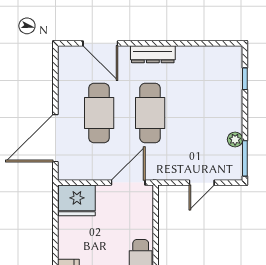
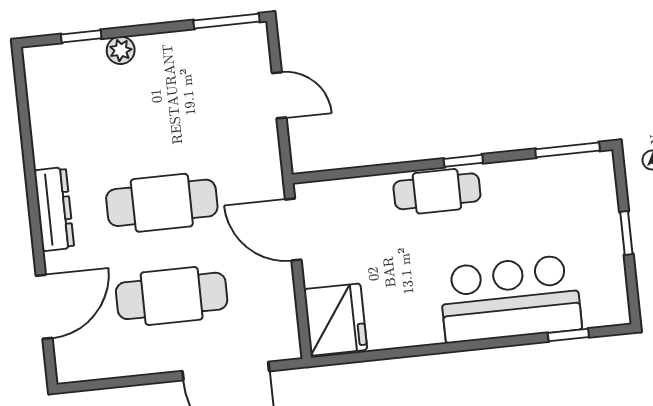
plant: (235, 140) -> (121, 50), moved

